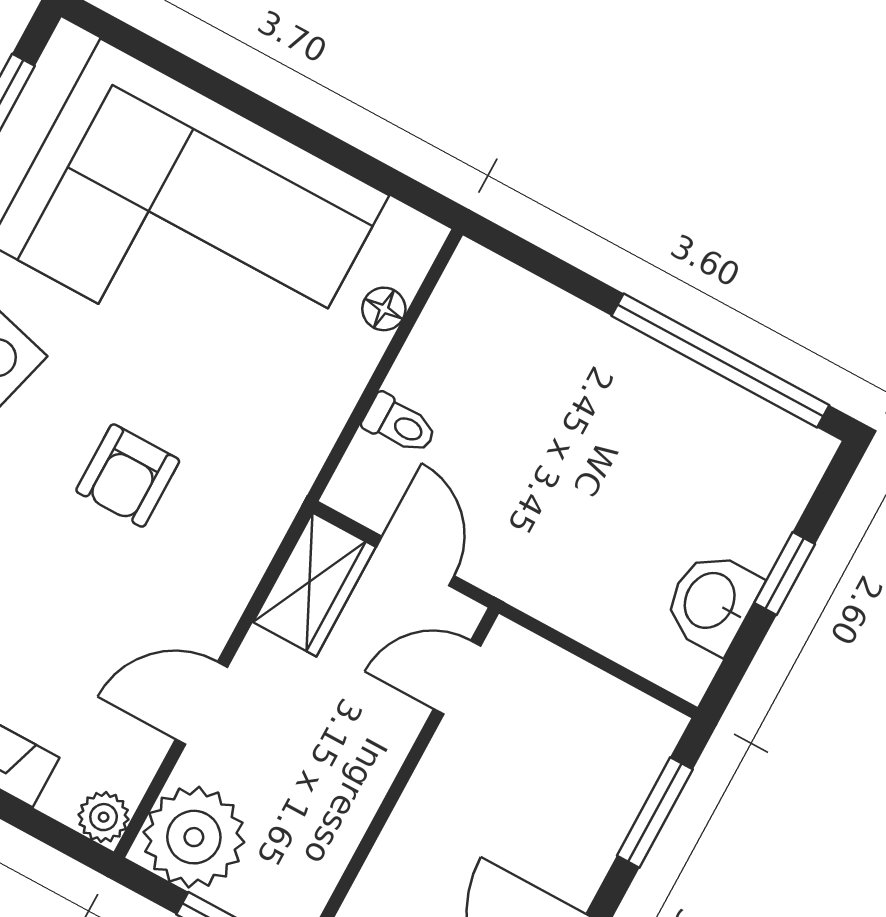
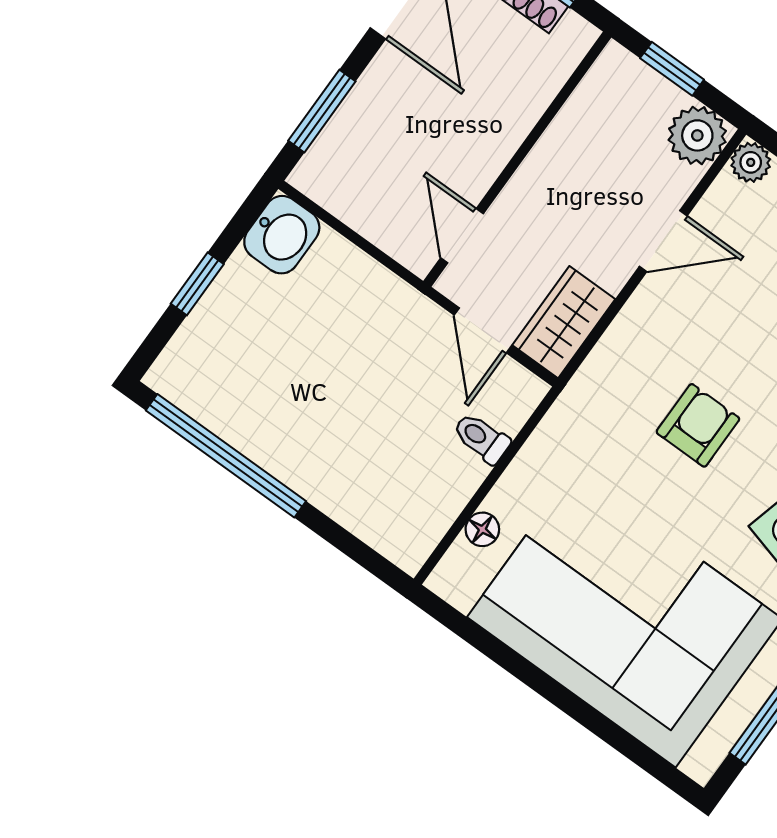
washbasin: (712, 602) -> (282, 235), moved
door: (457, 677) -> (462, 236), swing flipped
plant: (194, 837) -> (697, 135), width x0.73, depth x0.73

